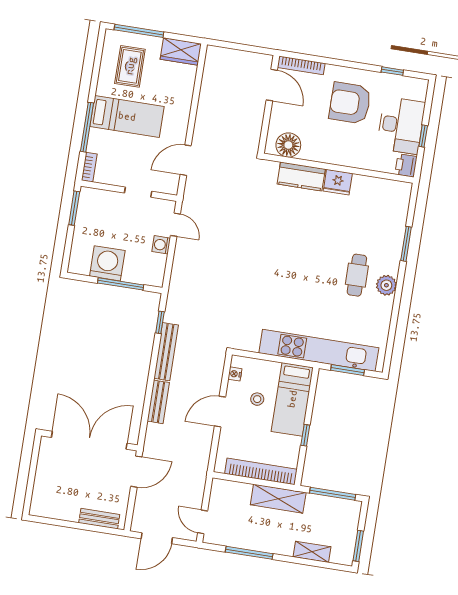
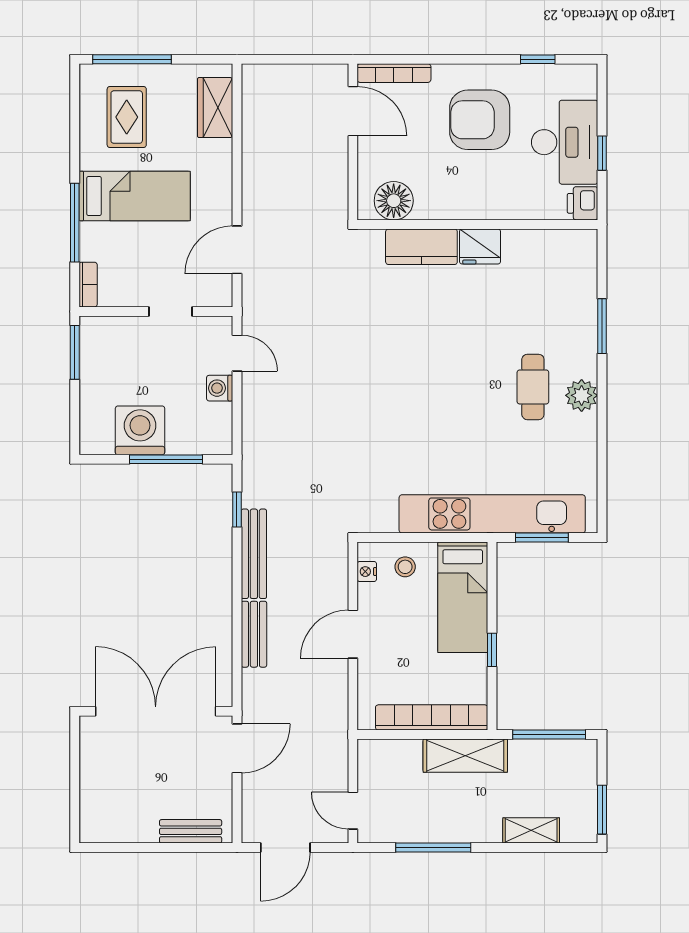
wardrobe: (181, 51) -> (215, 108), moved, turned 90
stool: (257, 399) -> (405, 567), moved

